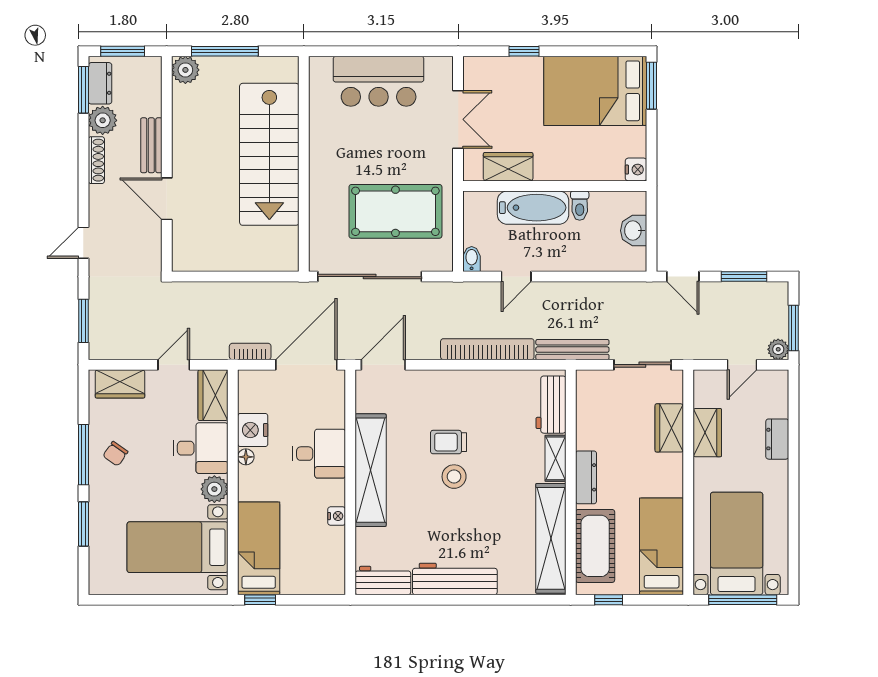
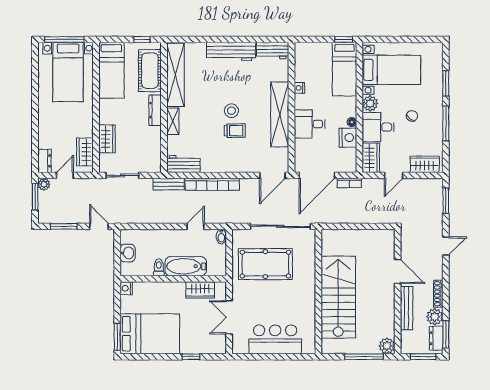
bench: (151, 145) -> (407, 308), width x1.36
bench: (572, 350) -> (169, 184), width x0.73
workbench: (551, 405) -> (183, 164), moved, turned -90
wardrobe: (707, 433) -> (85, 152), moved
dresser: (777, 439) -> (44, 161), moved
chair: (115, 454) -> (412, 116), moved

